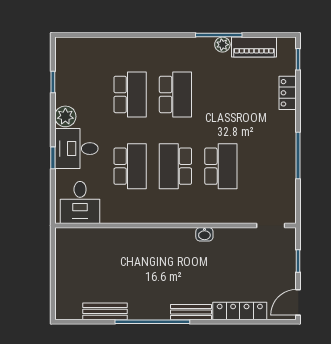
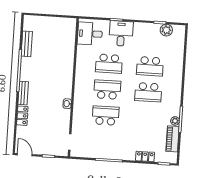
plant: (65, 116) -> (166, 30), moved
school desk: (221, 166) -> (106, 116), turned 180
locker: (240, 311) -> (22, 116), width x0.66

